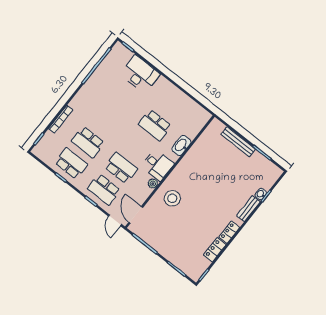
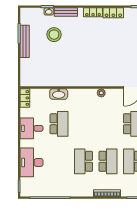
locker: (201, 113) -> (25, 98), added
bench: (238, 142) -> (25, 41), moved
desk: (157, 165) -> (31, 128), moved, turned -90
school desk: (121, 168) -> (83, 161), moved
stool: (172, 198) -> (54, 35), moved

